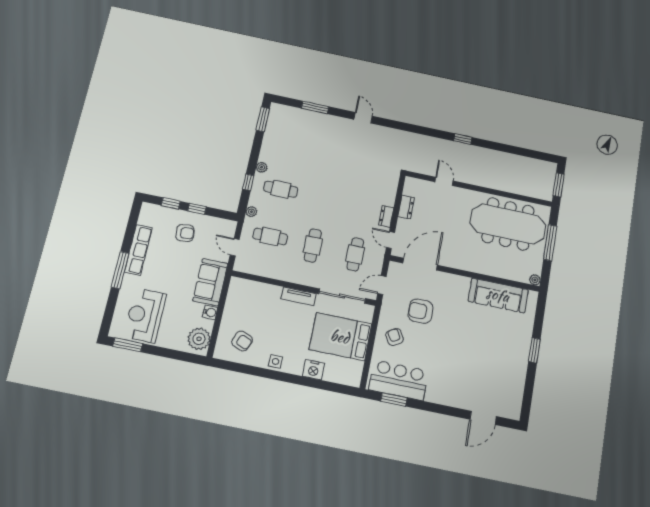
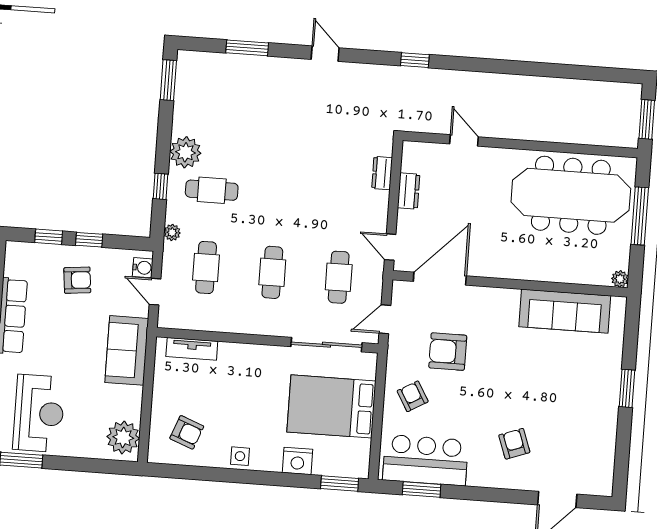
window: (463, 139) -> (415, 60), moved
plant: (262, 167) -> (185, 152), width x1.88, depth x1.88
dresser: (386, 216) -> (382, 173), moved
cafe table: (270, 237) -> (206, 267), turned 90
tv unit: (298, 296) -> (192, 349), moved
water cooler: (210, 312) -> (143, 268), moved
reception desk: (145, 315) -> (39, 413), turned 180
armchair: (458, 377) -> (514, 444), added
window: (340, 388) -> (340, 483), added

